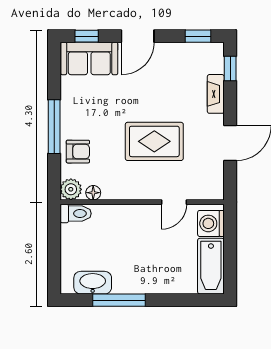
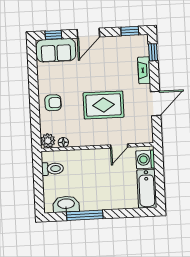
window: (54, 127) -> (34, 98), removed
armchair: (78, 152) -> (53, 103), moved
toilet: (76, 214) -> (53, 169), moved

